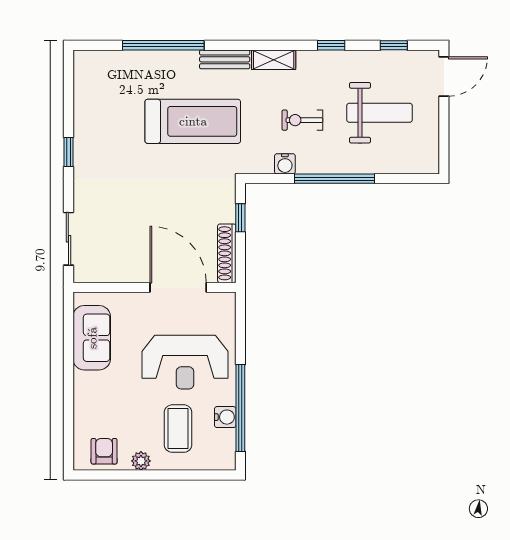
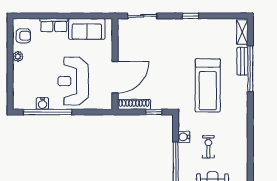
window: (331, 45) -> (250, 163), removed
bench: (225, 59) -> (242, 61), moved
shelving: (274, 60) -> (242, 32), moved
row of seats: (85, 397) -> (54, 25), added
coffee table: (178, 429) -> (36, 77), removed

